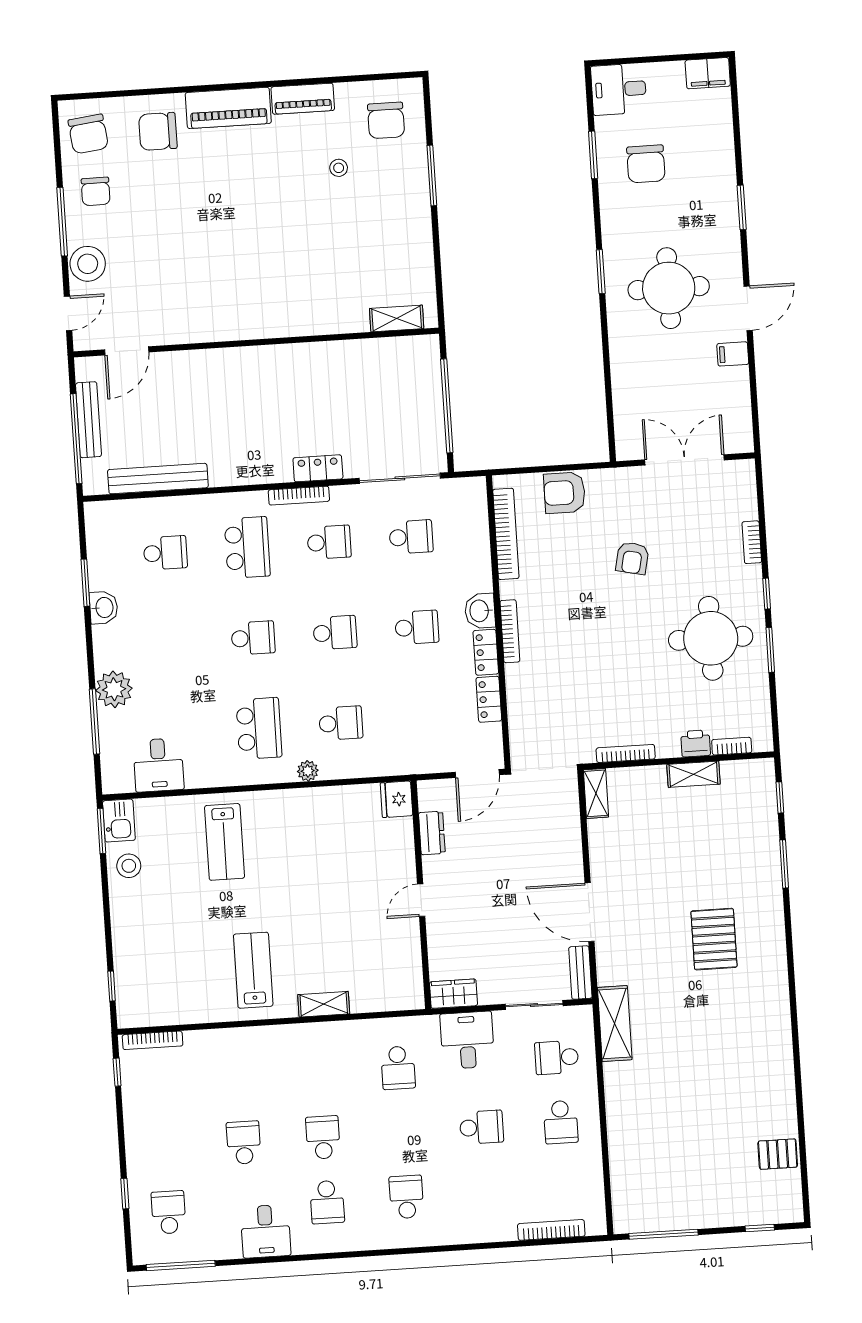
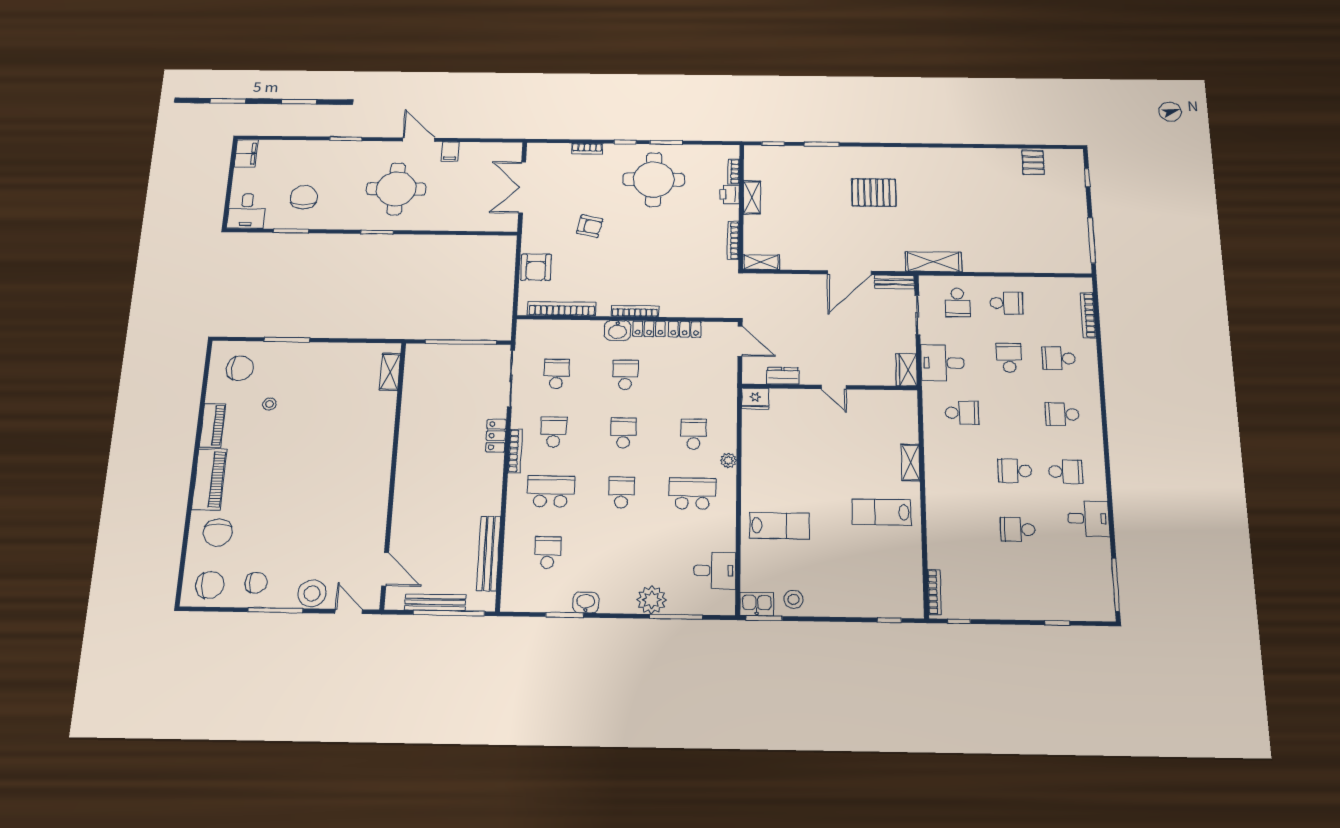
chair: (646, 164) -> (304, 197), turned -90
school desk: (169, 1212) -> (1059, 358), moved

